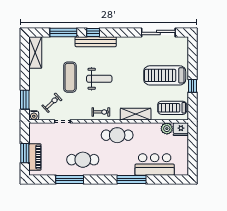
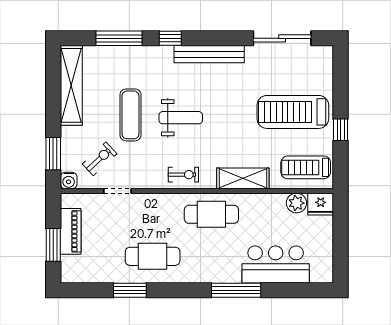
bench: (96, 42) -> (209, 54), moved
shelving: (35, 52) -> (71, 85), width x1.47
piano: (35, 157) -> (71, 231), moved
window: (70, 179) -> (130, 290), width x0.69

